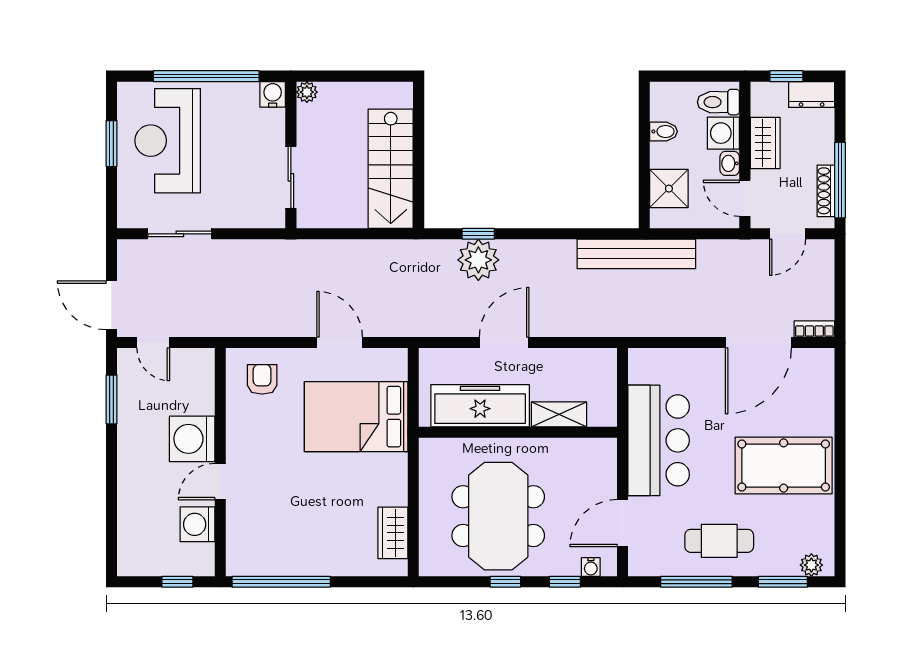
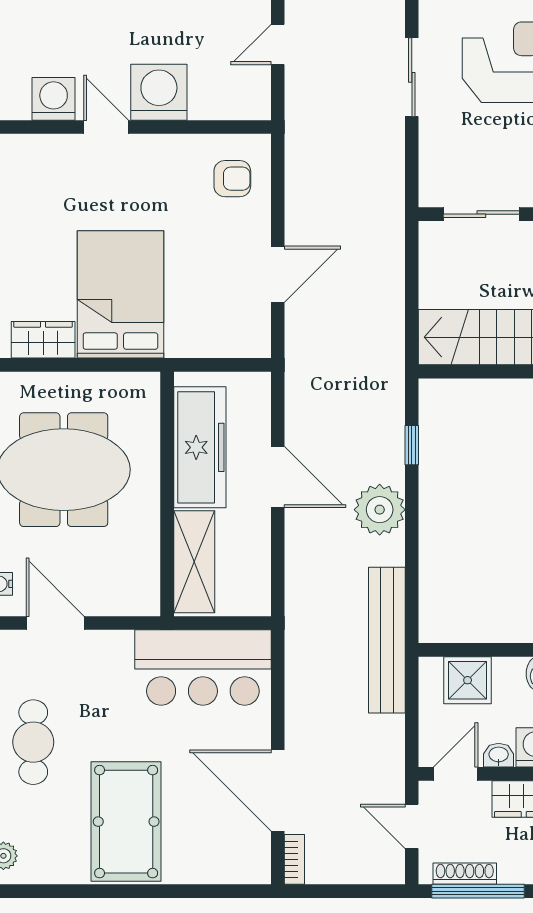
plant: (478, 260) -> (380, 510), moved
shelving: (559, 414) -> (194, 562), width x1.50, depth x1.33
bed: (356, 417) -> (120, 294), moved
bar counter: (659, 440) -> (203, 668), moved

